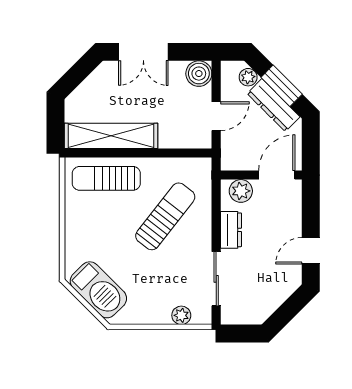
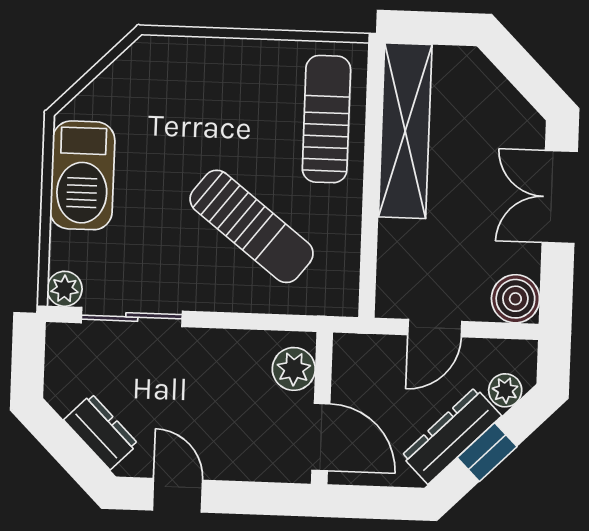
window: (282, 86) -> (487, 452), width x0.67
door: (216, 116) -> (435, 328), hinge flipped
dresser: (231, 230) -> (101, 432), moved, turned -135
barbecue: (98, 290) -> (82, 175), moved, turned -45
plant: (181, 315) -> (65, 289), moved

